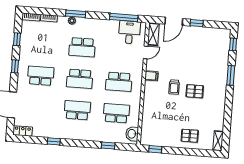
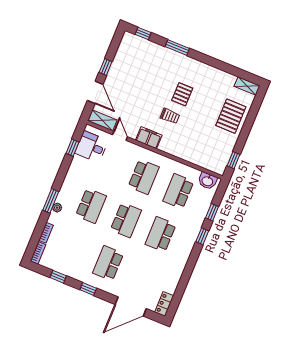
window: (124, 17) -> (73, 148), width x0.46
filing cabinet: (151, 76) -> (149, 138), width x2.00
pallet: (190, 136) -> (231, 116), width x1.50, depth x1.42
window: (54, 141) -> (202, 236), moved

